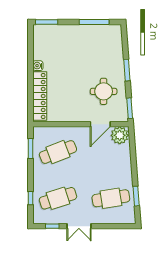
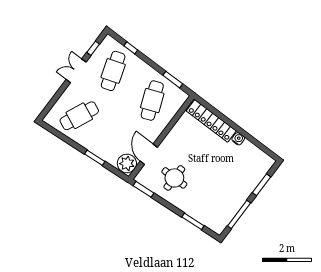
window: (47, 22) -> (261, 185), moved
window: (127, 70) -> (193, 221), moved
window: (136, 196) -> (95, 158), moved
cafe table: (111, 198) -> (79, 116), turned 33

